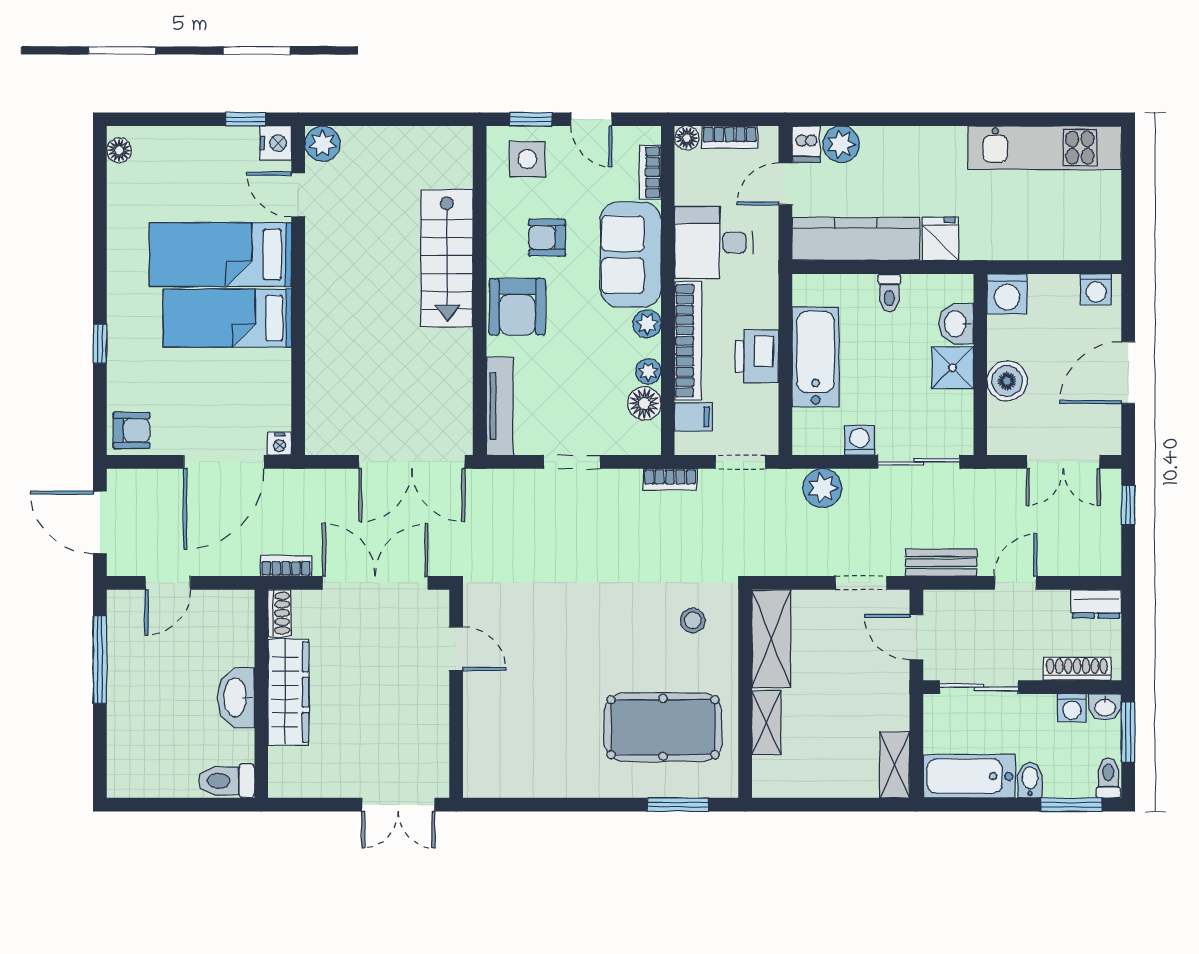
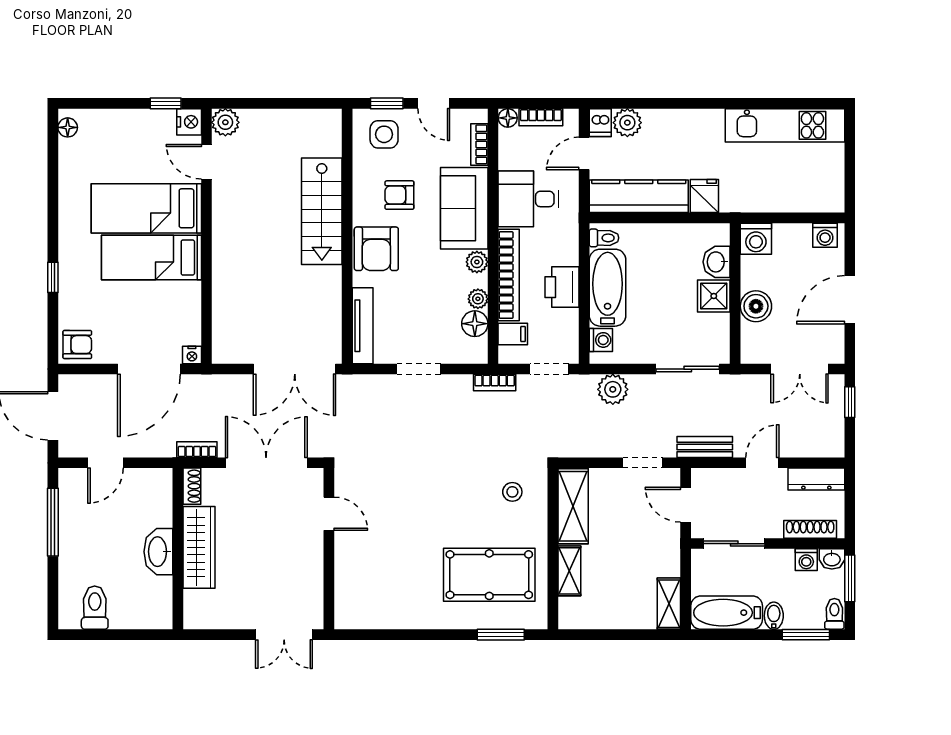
toilet: (889, 293) -> (604, 238), moved, turned -90
washing machine: (860, 440) -> (601, 340), moved, turned 90
dresser: (1096, 604) -> (816, 479), width x1.44
toilet: (226, 781) -> (95, 608), moved, turned 90

